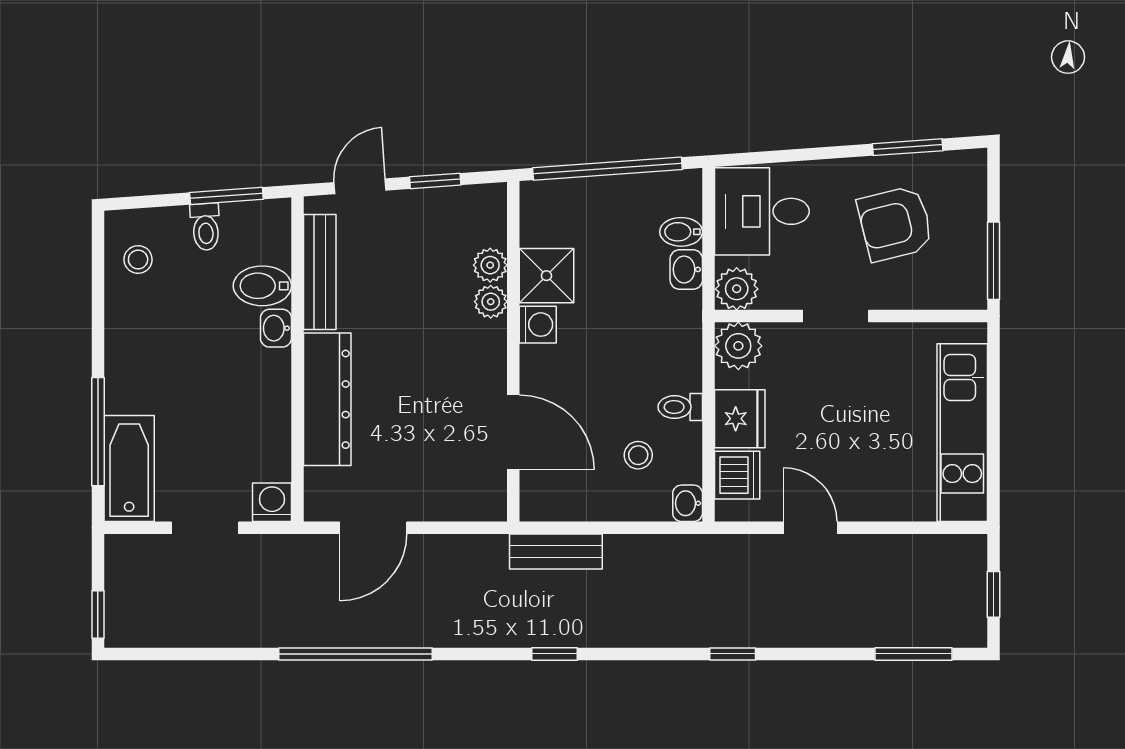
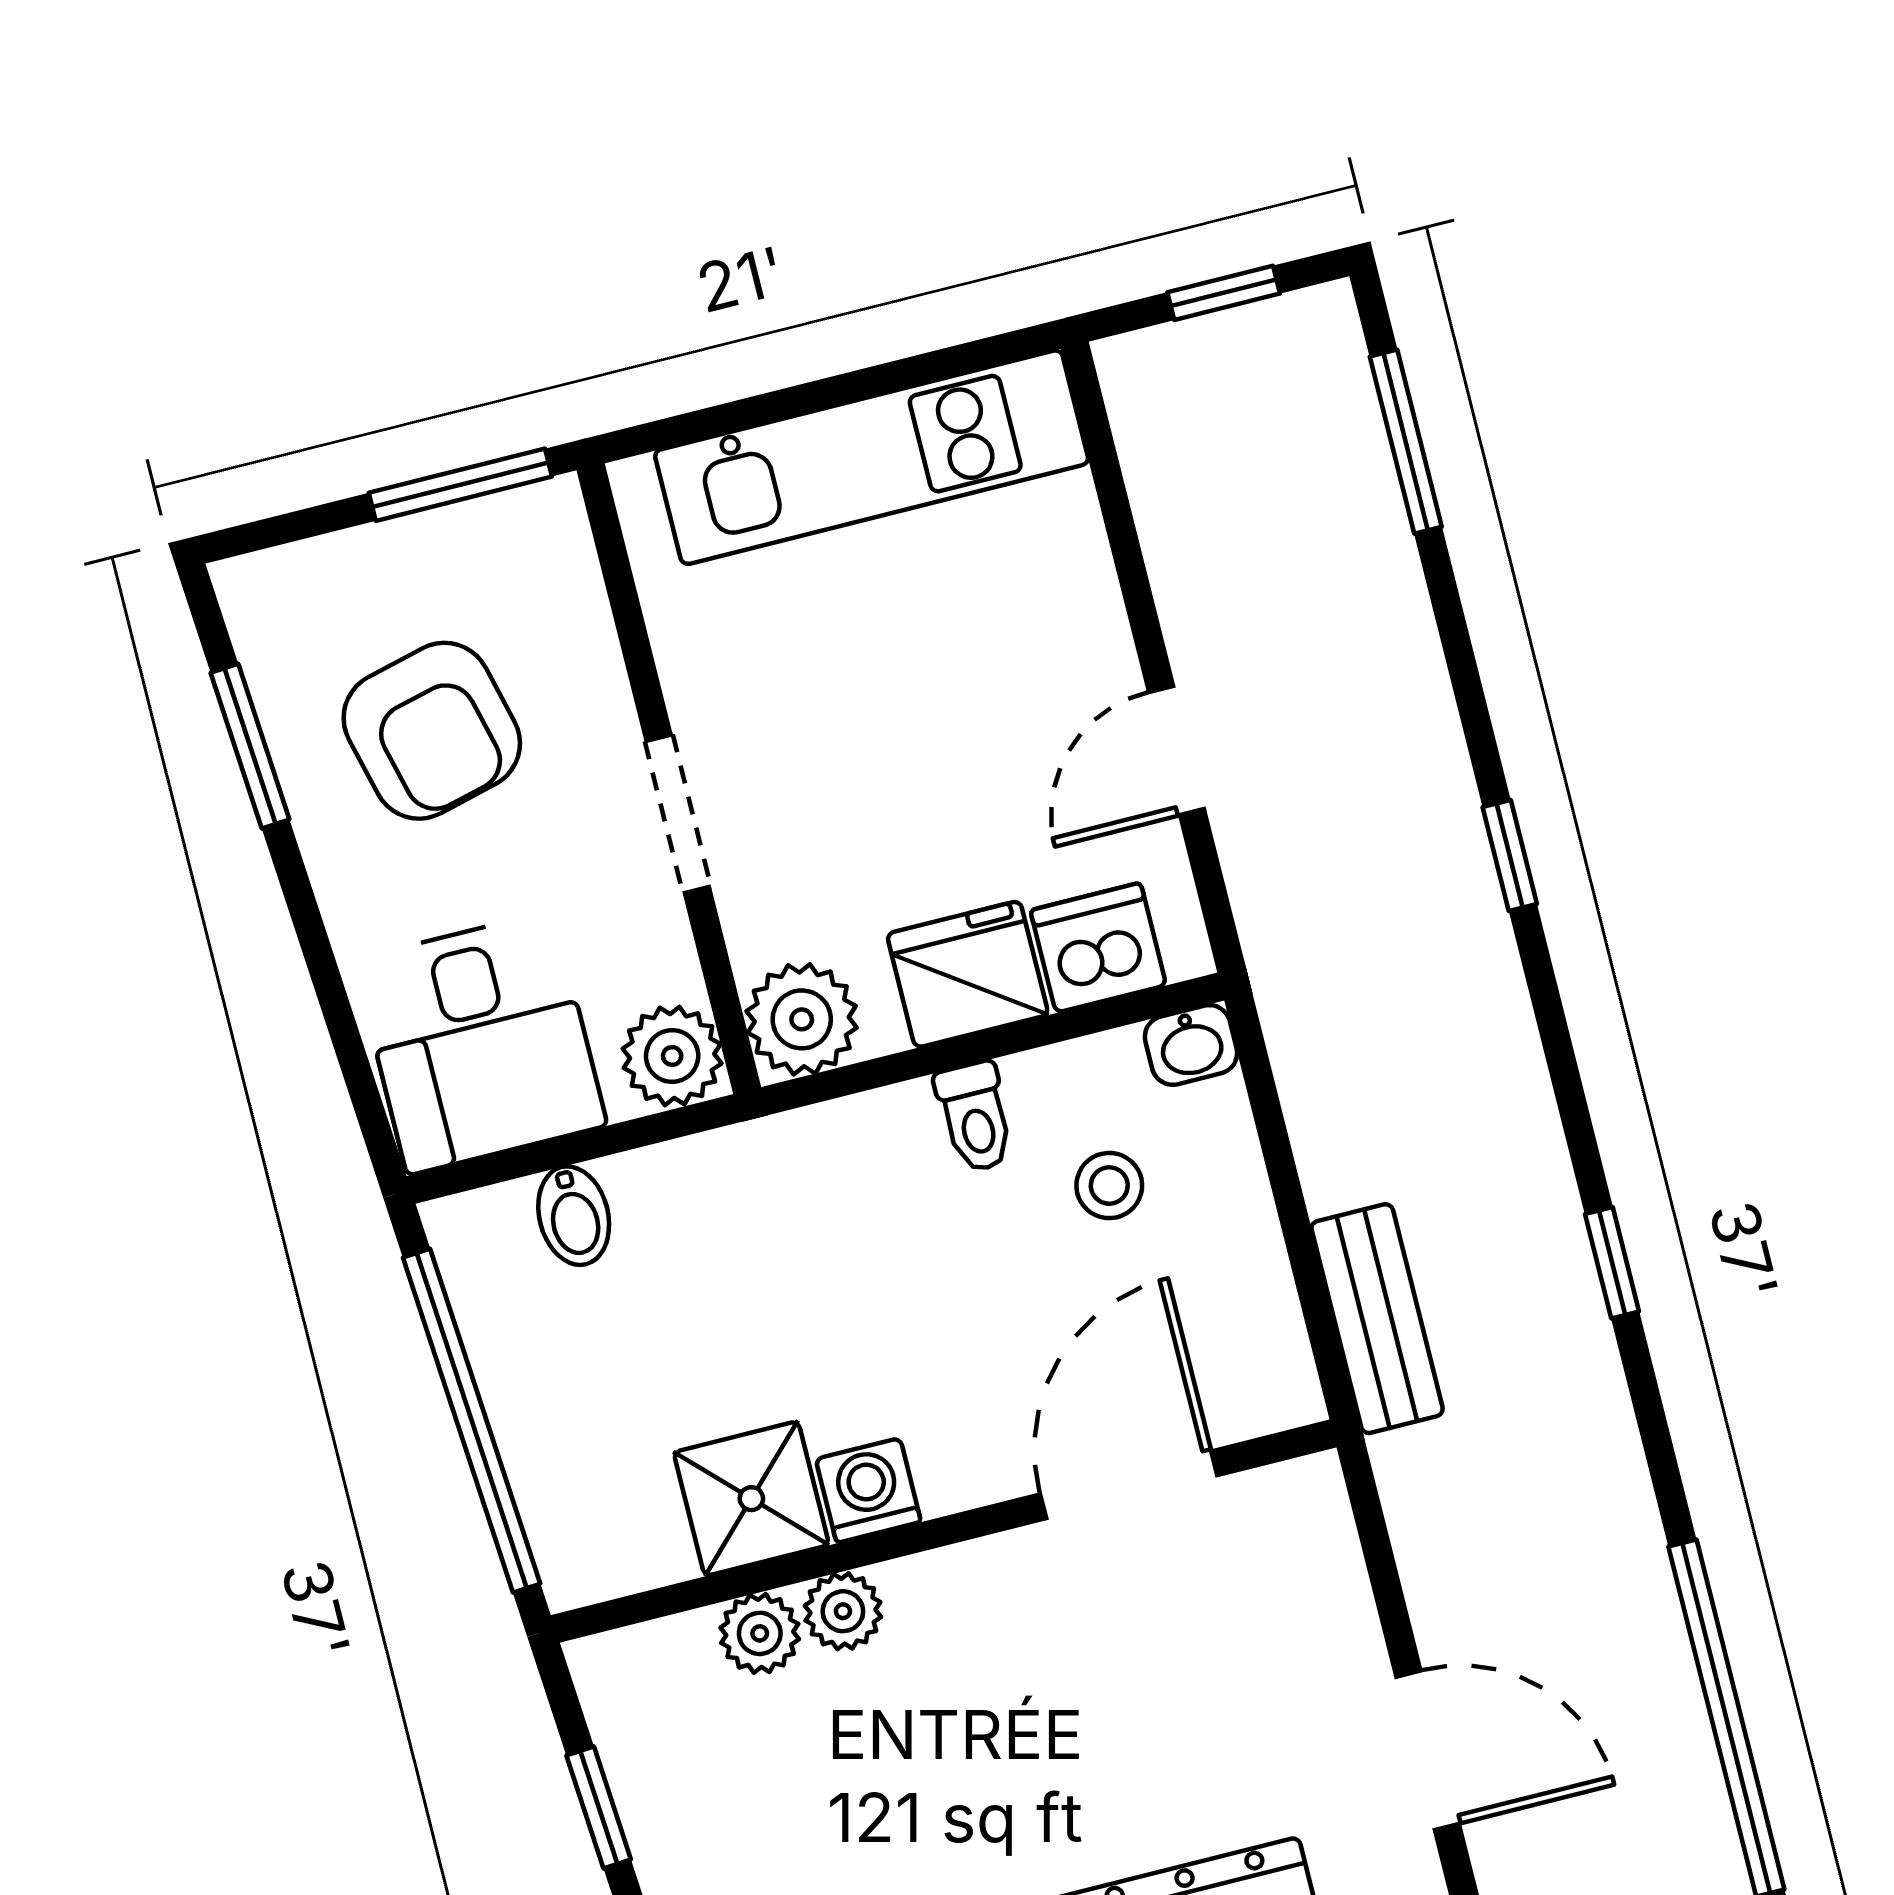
washbasin: (686, 269) -> (657, 1182), removed

